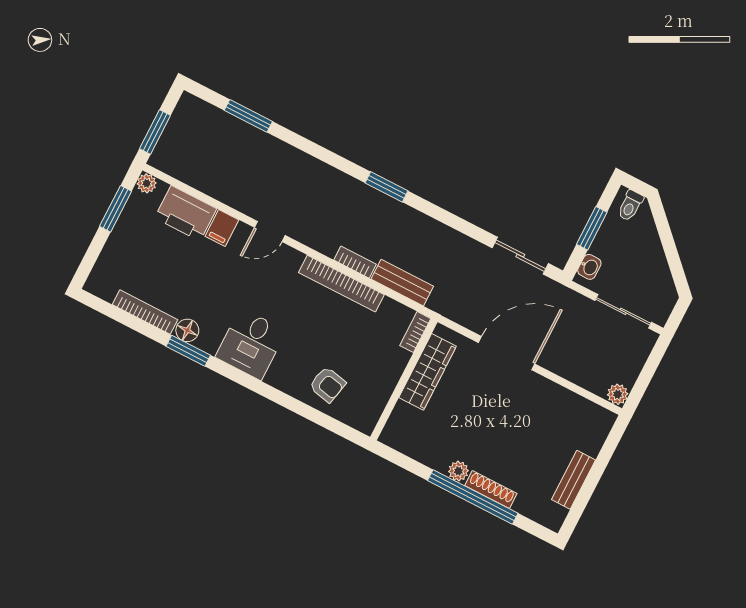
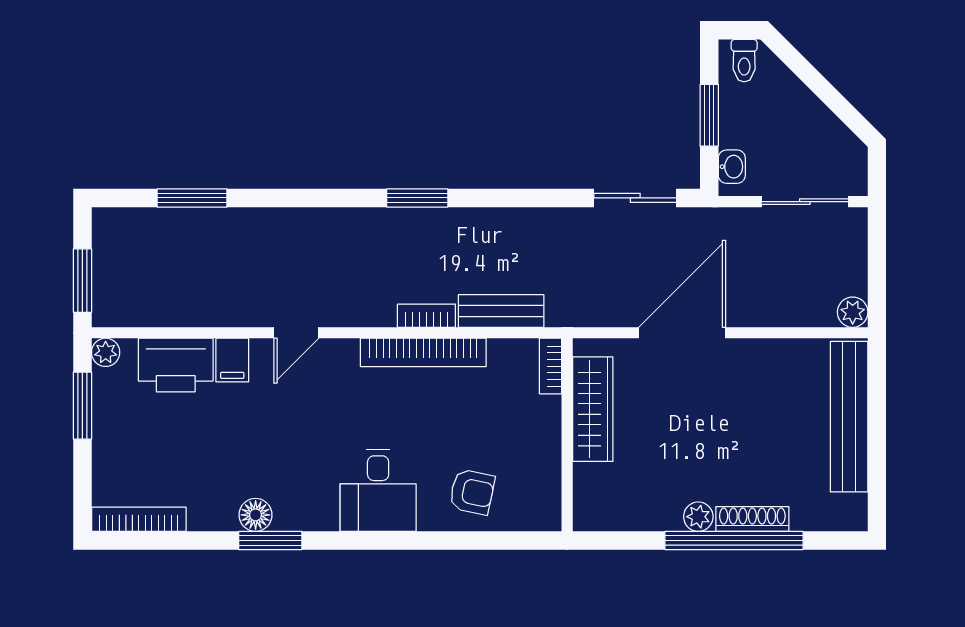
bookcase: (145, 312) -> (139, 519), moved
desk: (251, 344) -> (378, 490), moved
bench: (573, 480) -> (849, 417), width x1.86, depth x1.21

